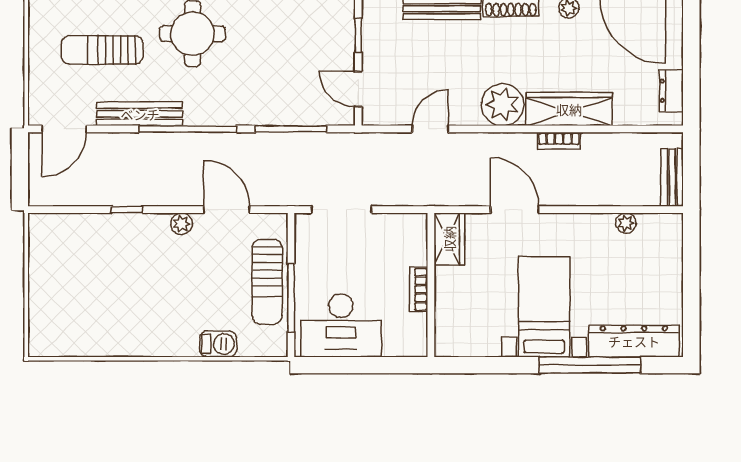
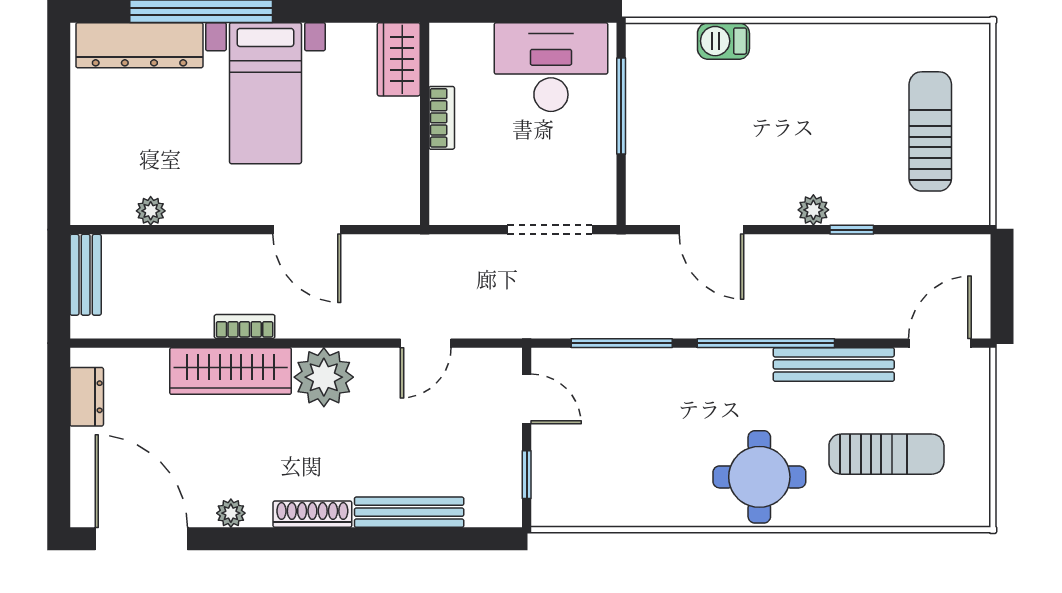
plant: (182, 224) -> (813, 210), moved
wardrobe: (449, 239) -> (399, 59), moved
sun lounger: (267, 282) -> (930, 131), moved

